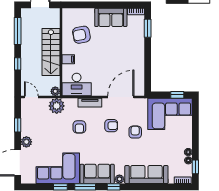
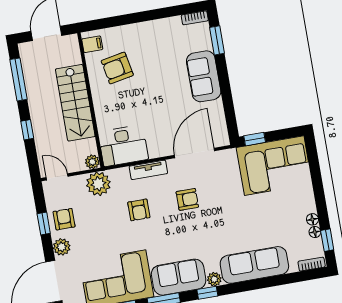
sofa: (111, 17) -> (204, 76), moved, turned 90
filing cabinet: (68, 59) -> (92, 44), moved
window: (177, 95) -> (255, 139), moved
armchair: (135, 132) -> (64, 219), moved

